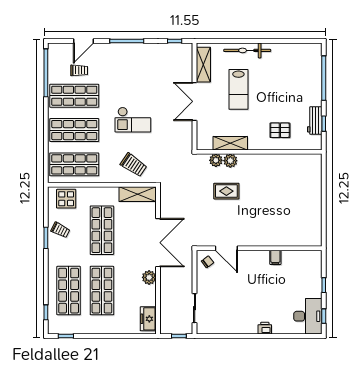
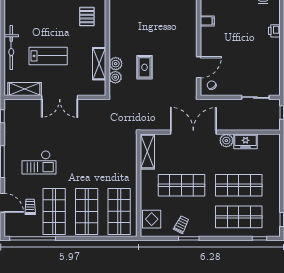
checkout: (133, 120) -> (39, 162), moved, turned 90
trolley: (134, 165) -> (120, 155), removed
freezer: (148, 319) -> (245, 141), moved

